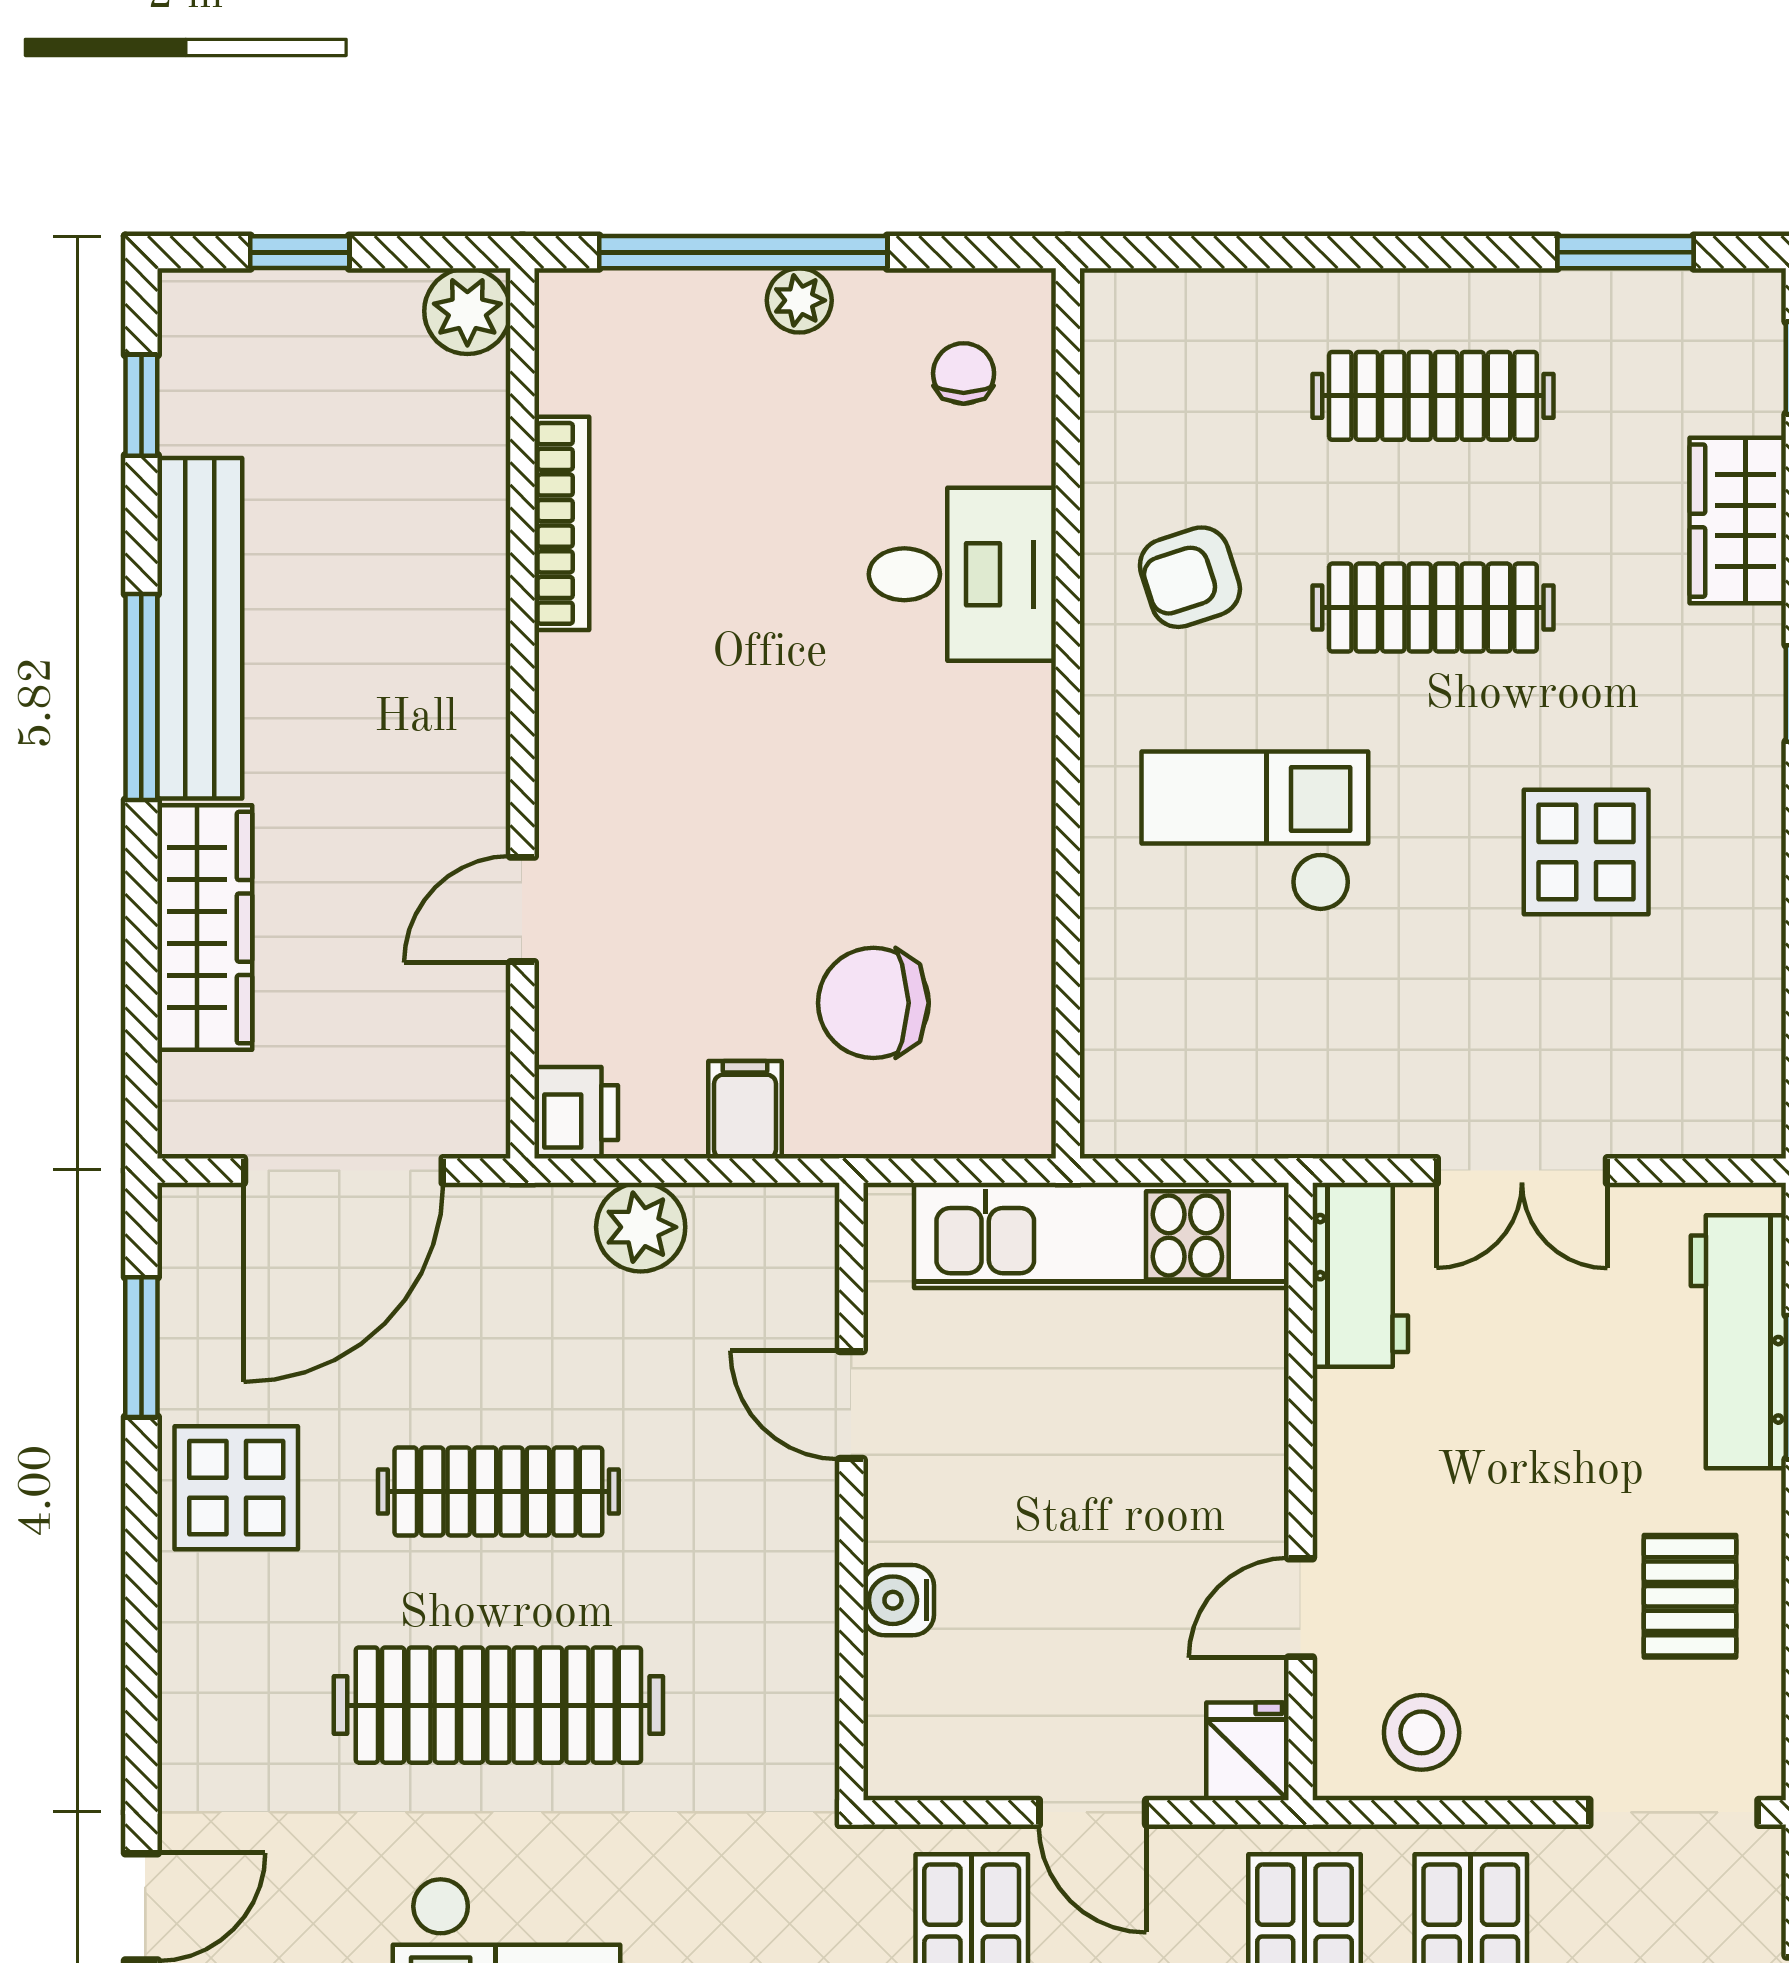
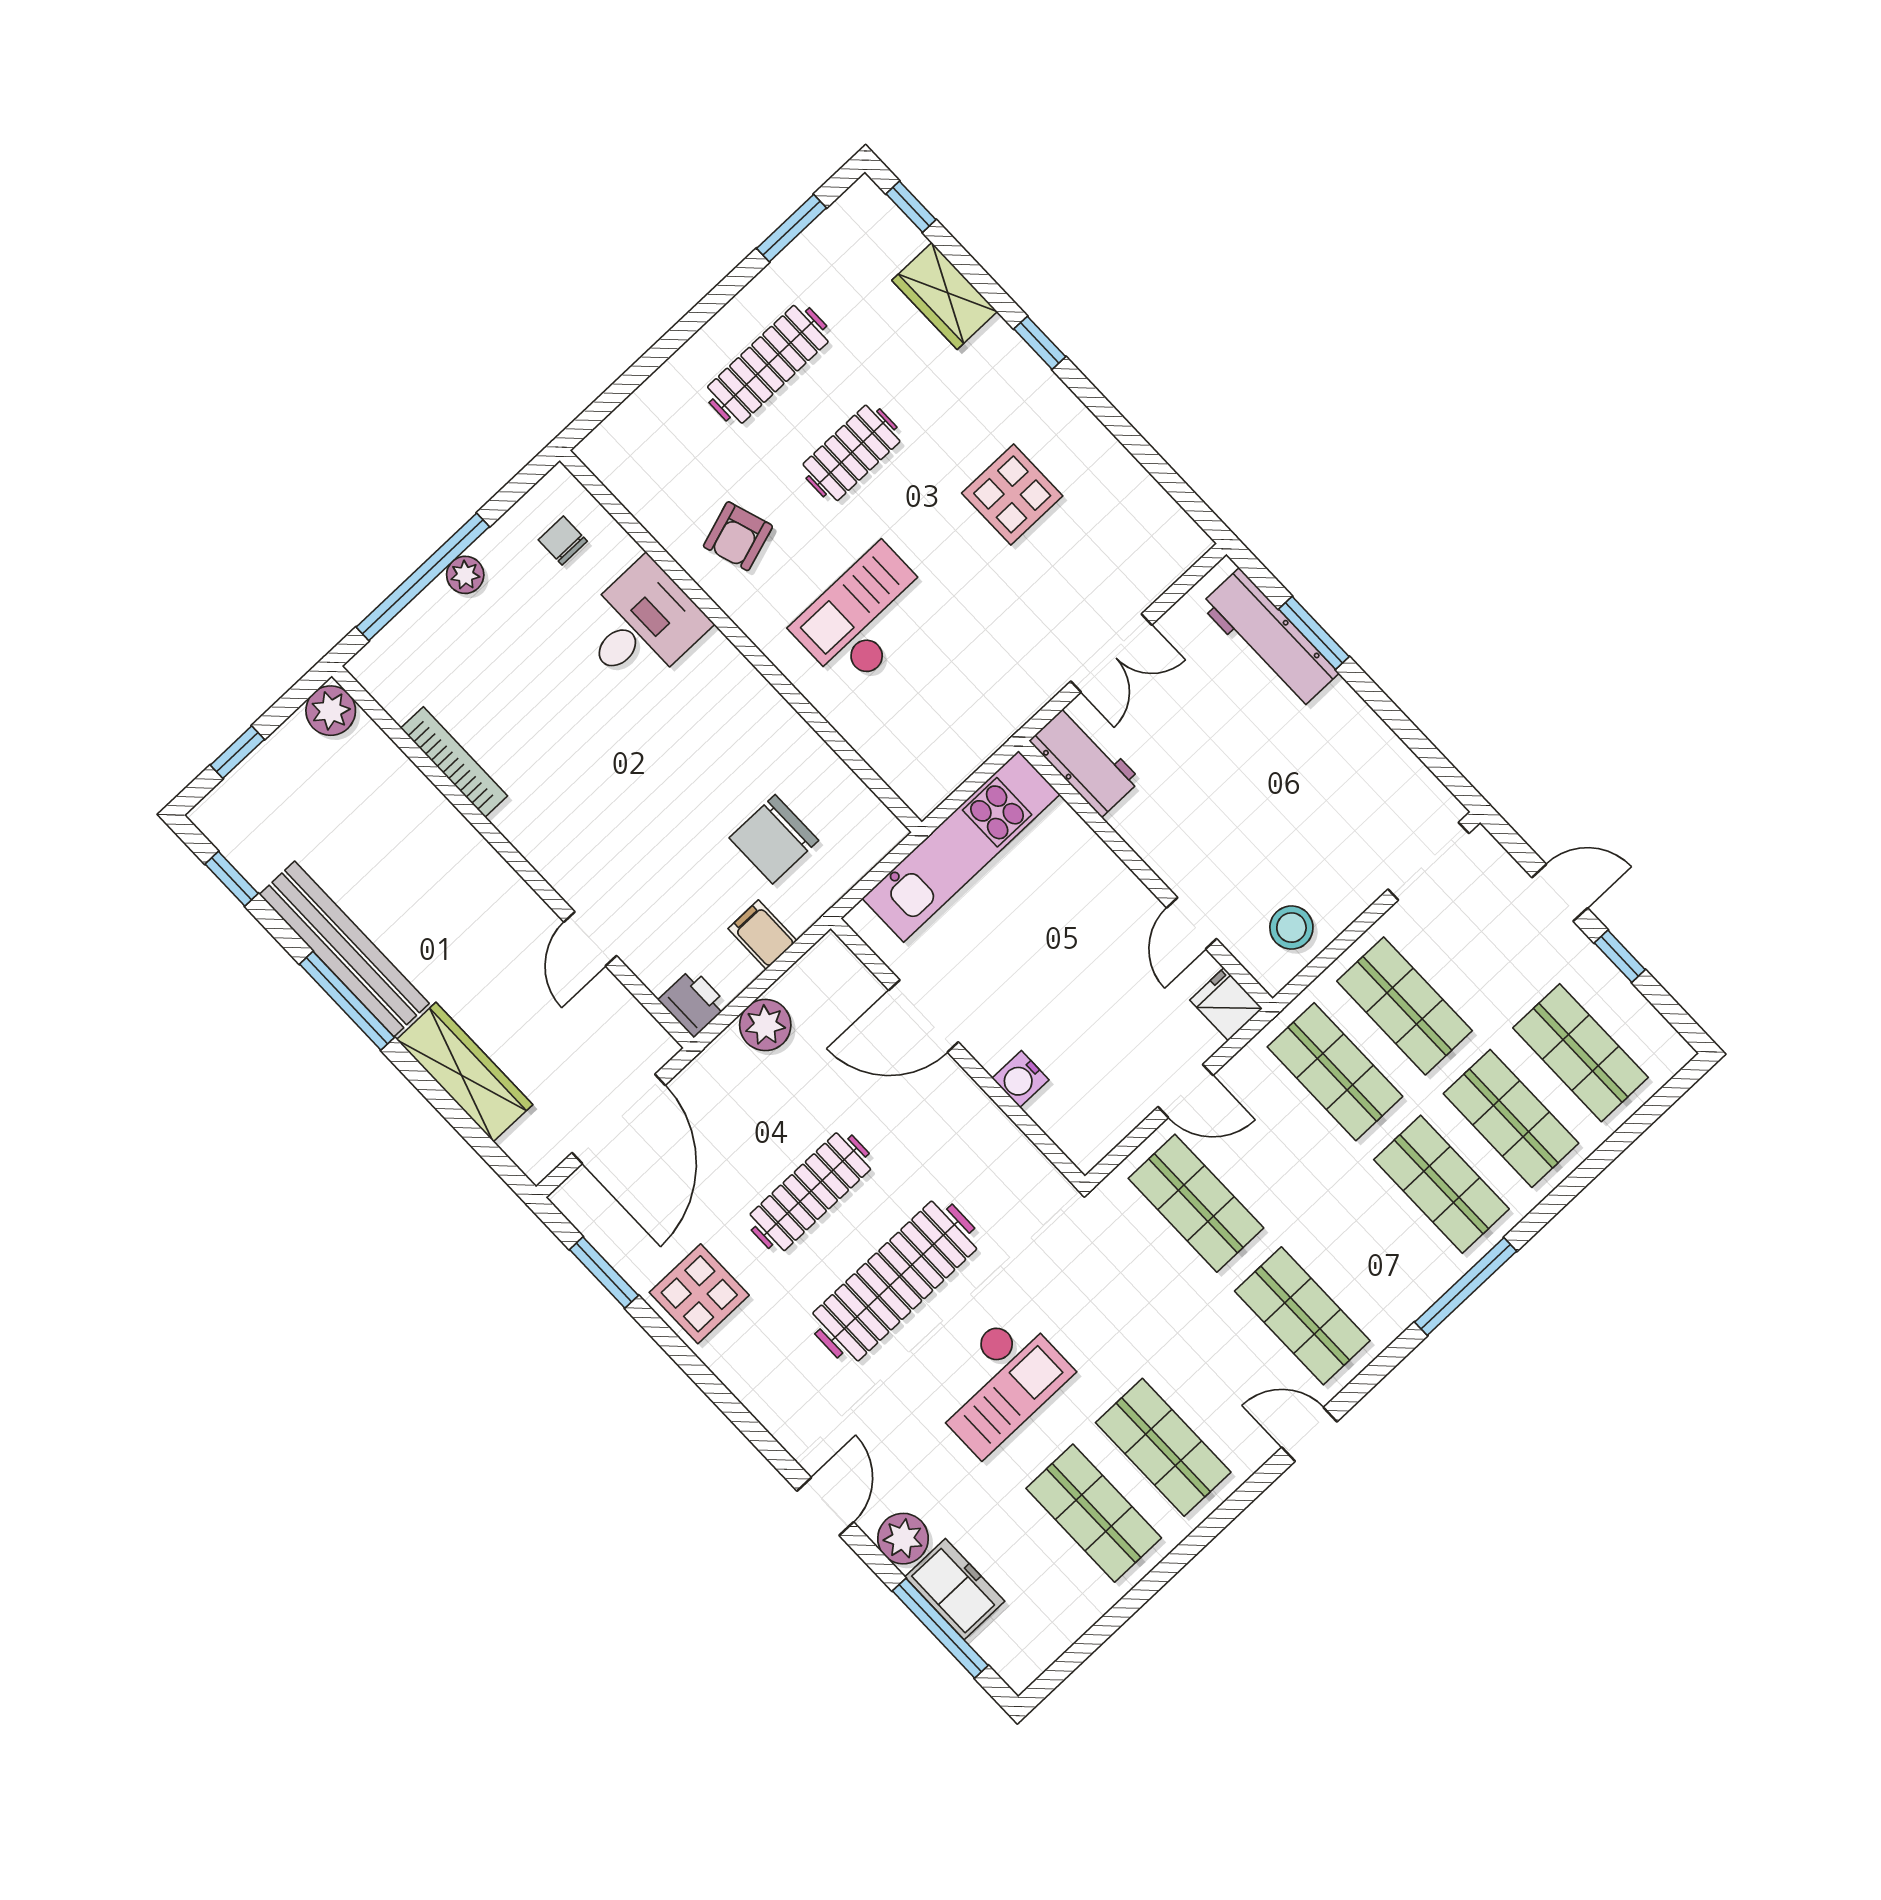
clothes rail: (1433, 608) -> (851, 453), width x0.73
door: (851, 1405) -> (924, 1016), width x1.38
pallet: (1690, 1596) -> (1350, 765), removed

